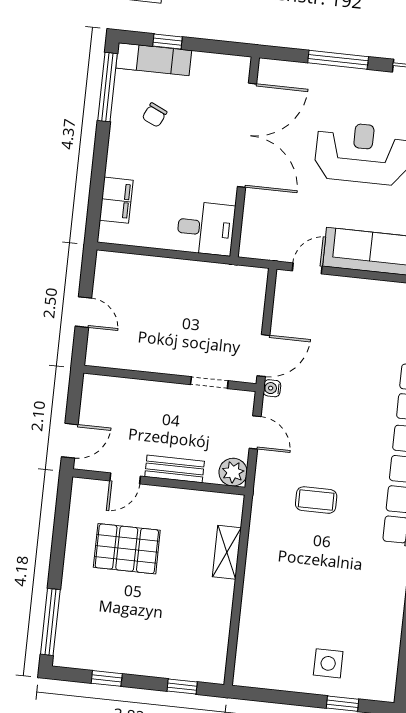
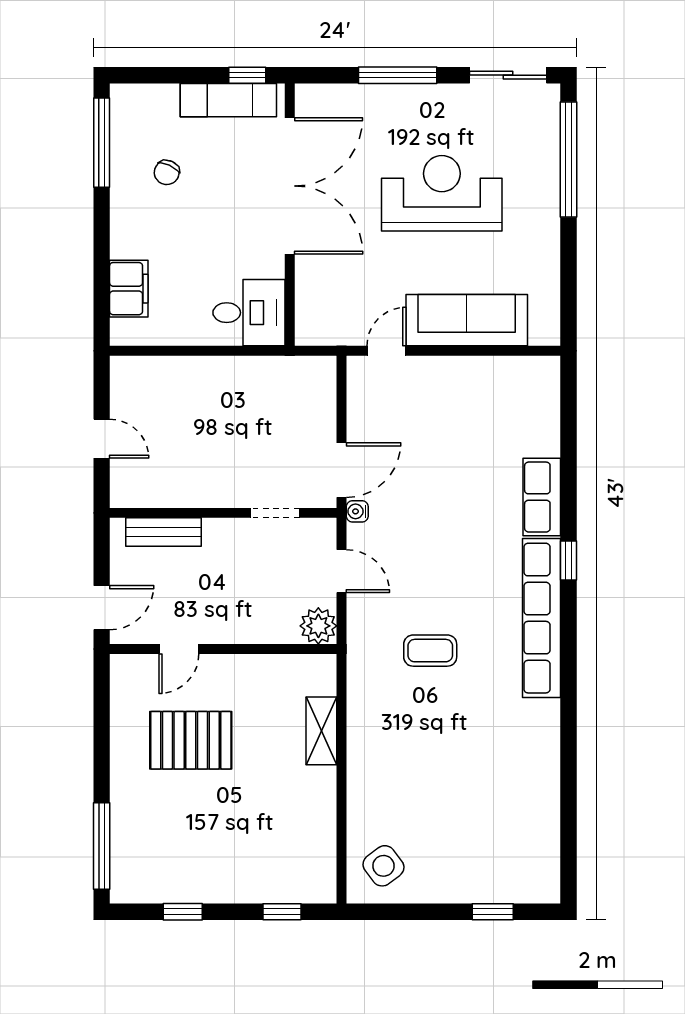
window: (168, 42) -> (247, 75), moved
exam couch: (154, 59) -> (228, 100), moved
bench: (175, 469) -> (163, 532), moved
side table: (328, 663) -> (383, 866), moved, turned -37

